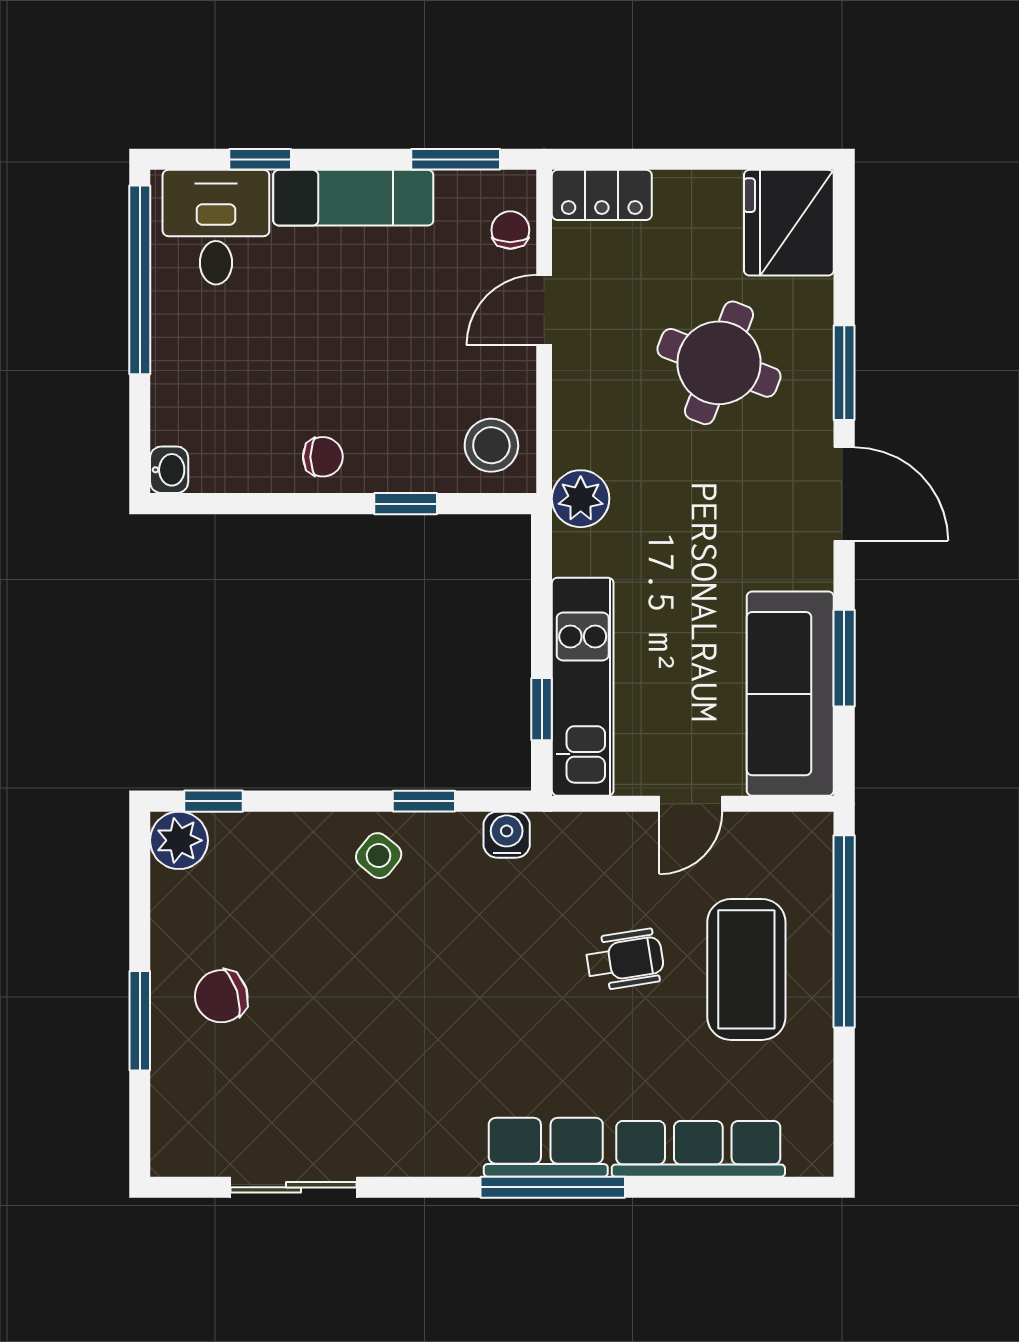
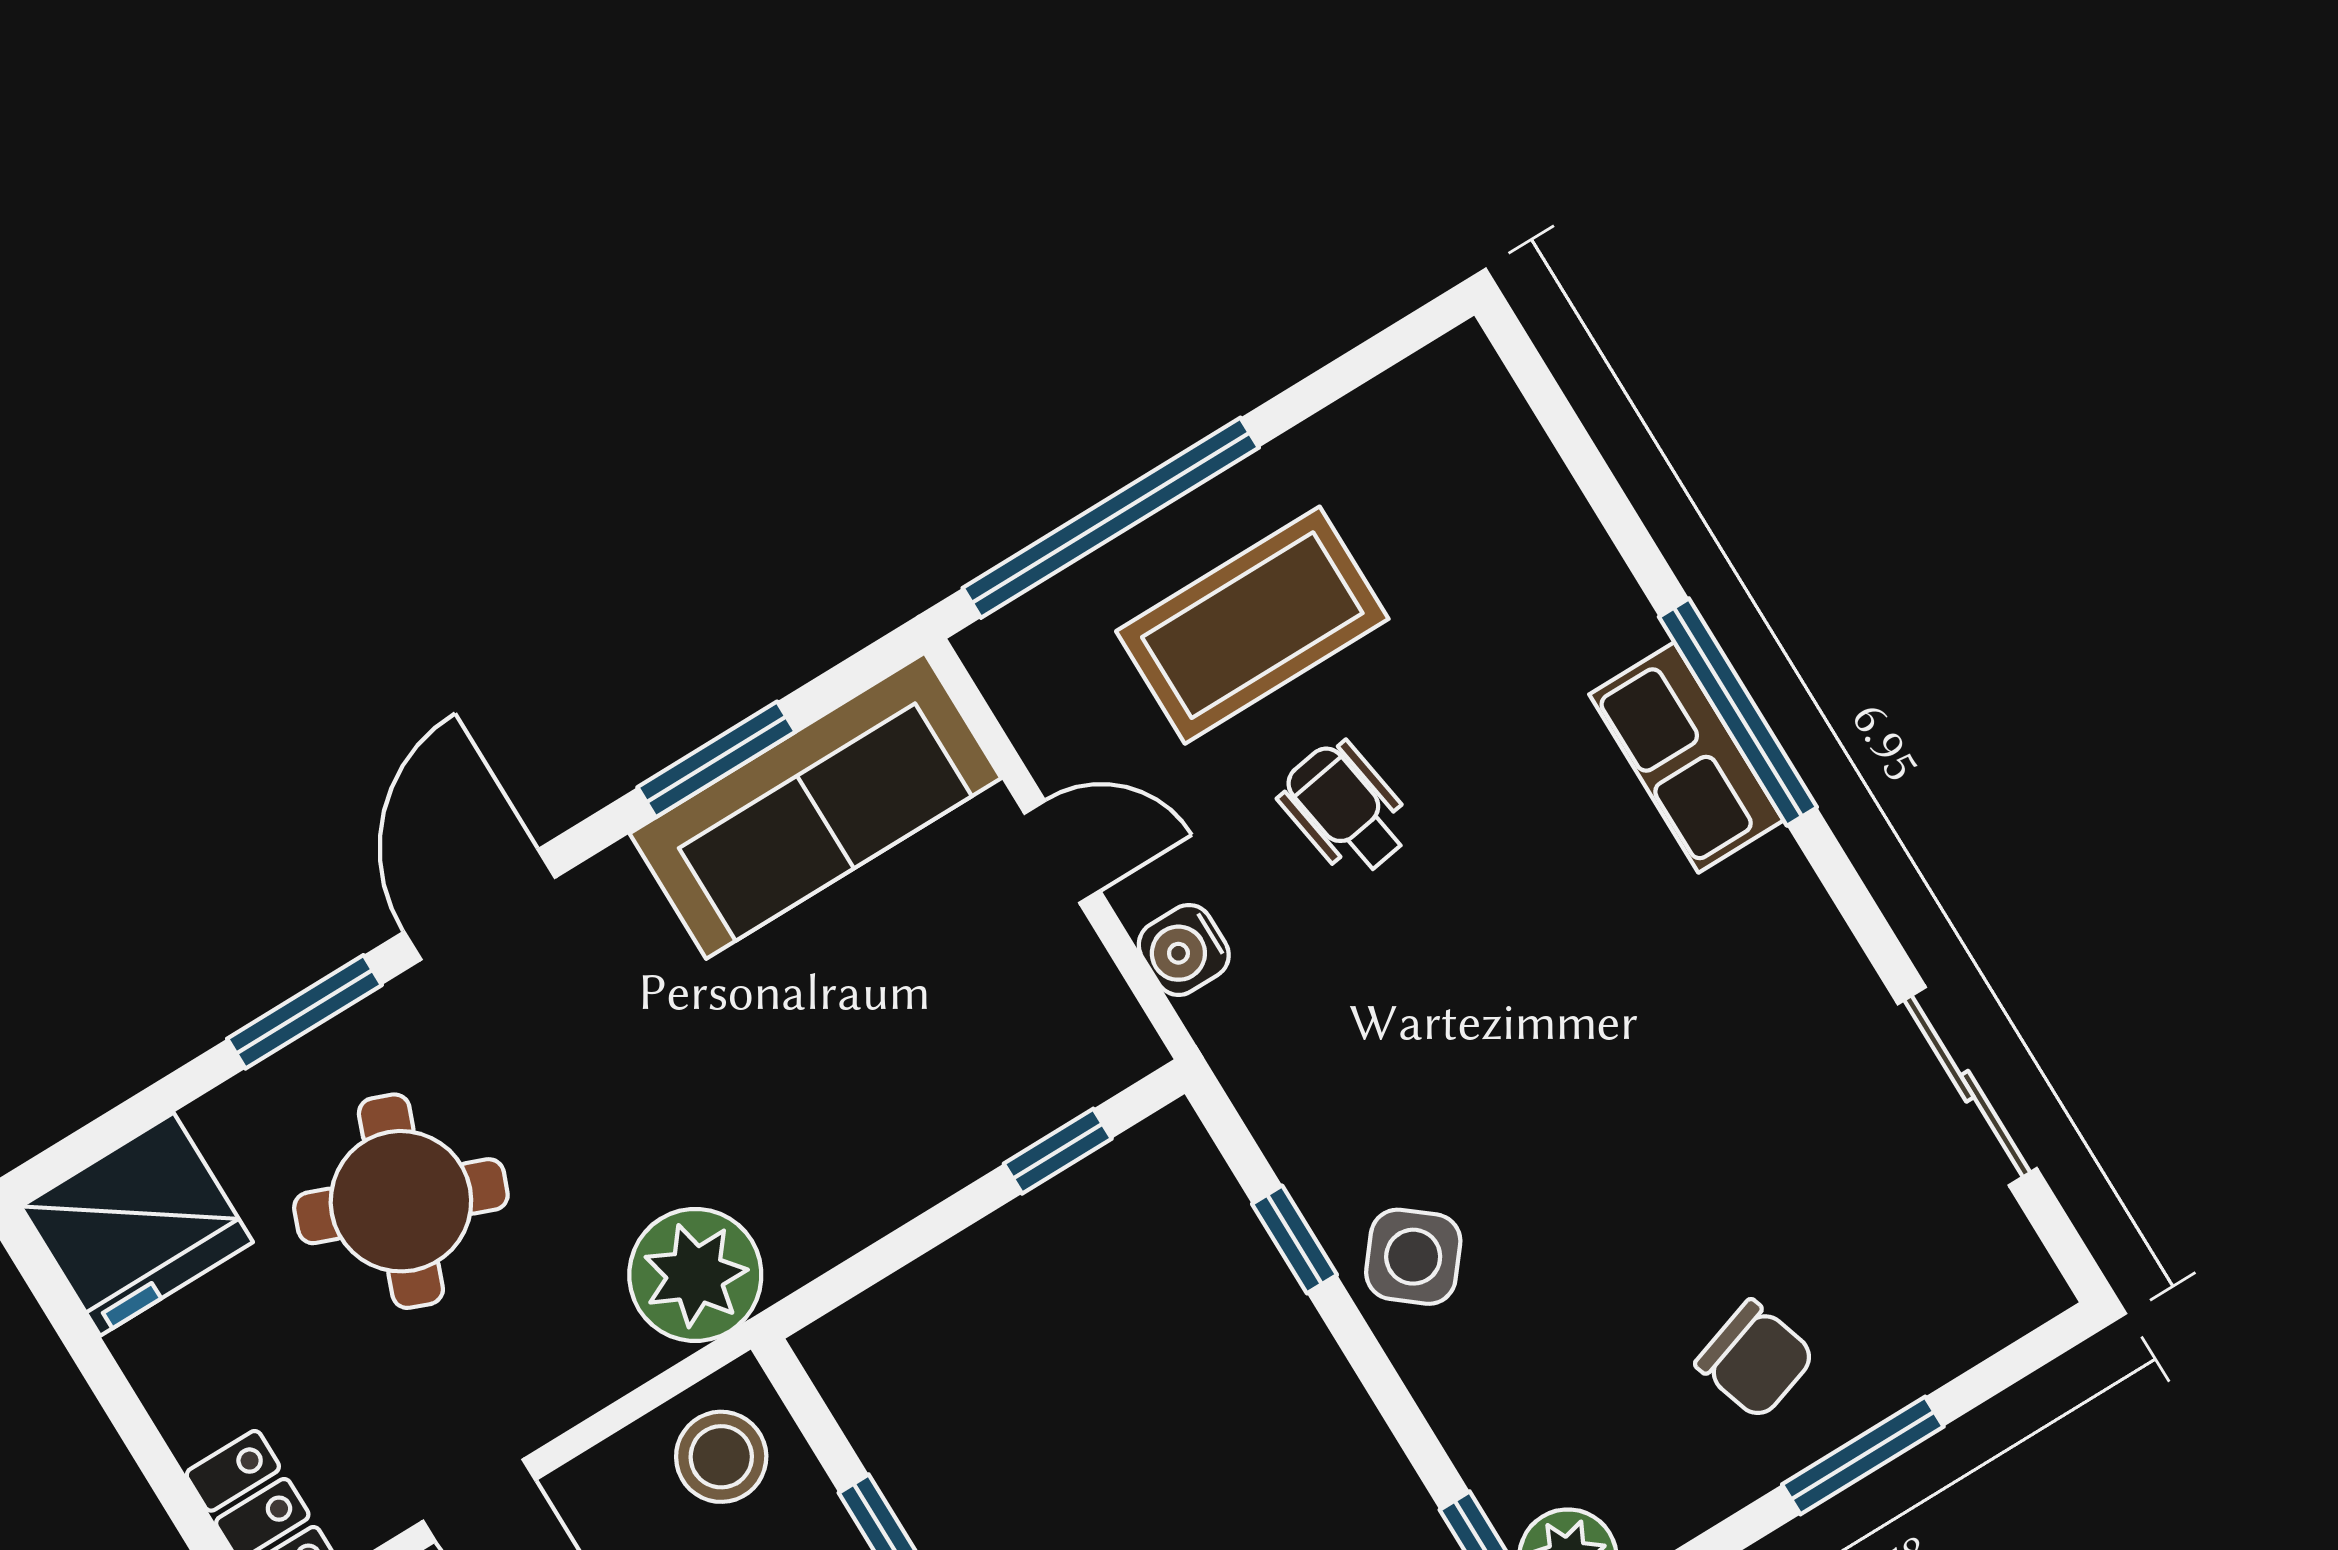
plant: (581, 499) -> (695, 1275), width x1.36, depth x1.36
kitchen unit: (583, 687) -> (989, 1111), removed
water cooler: (507, 835) -> (1184, 950), moved
side table: (379, 856) -> (1413, 1257), width x1.37, depth x1.37
row of seats: (698, 1149) -> (1554, 536), removed

